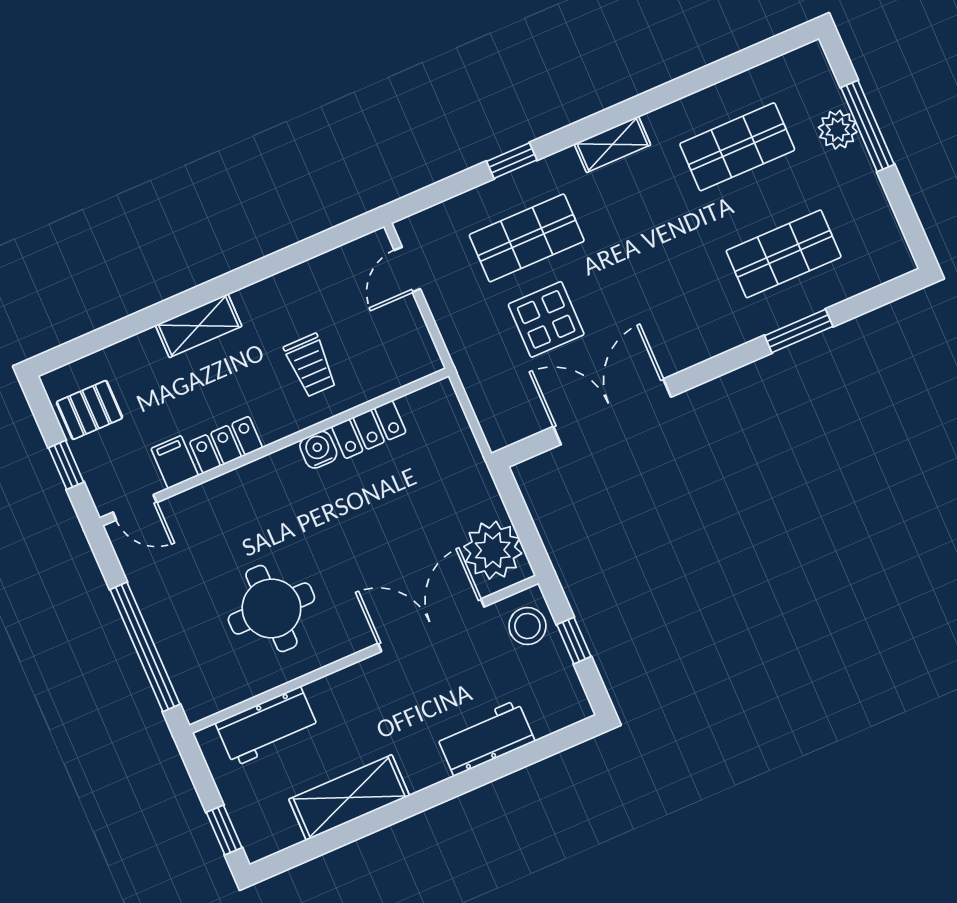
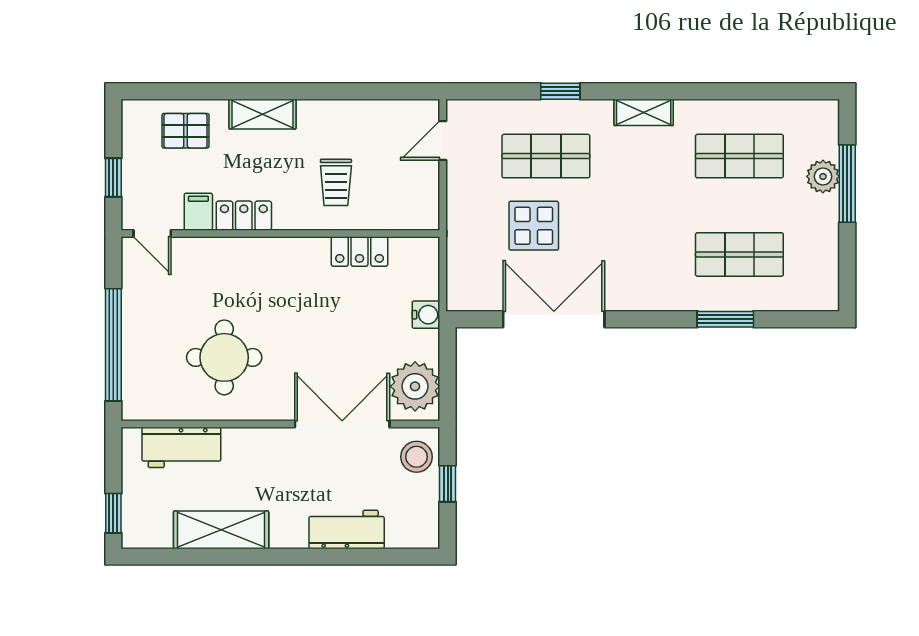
pallet: (90, 410) -> (186, 131), moved
water cooler: (318, 450) -> (426, 315), moved, turned 90

